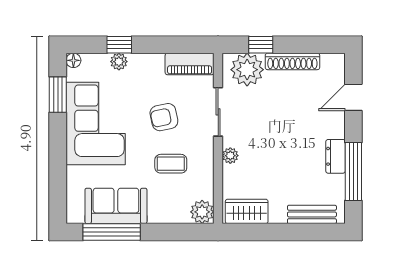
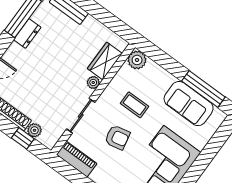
plant: (247, 70) -> (34, 130), width x0.53, depth x0.53
wardrobe: (247, 211) -> (105, 61), moved, turned 90

